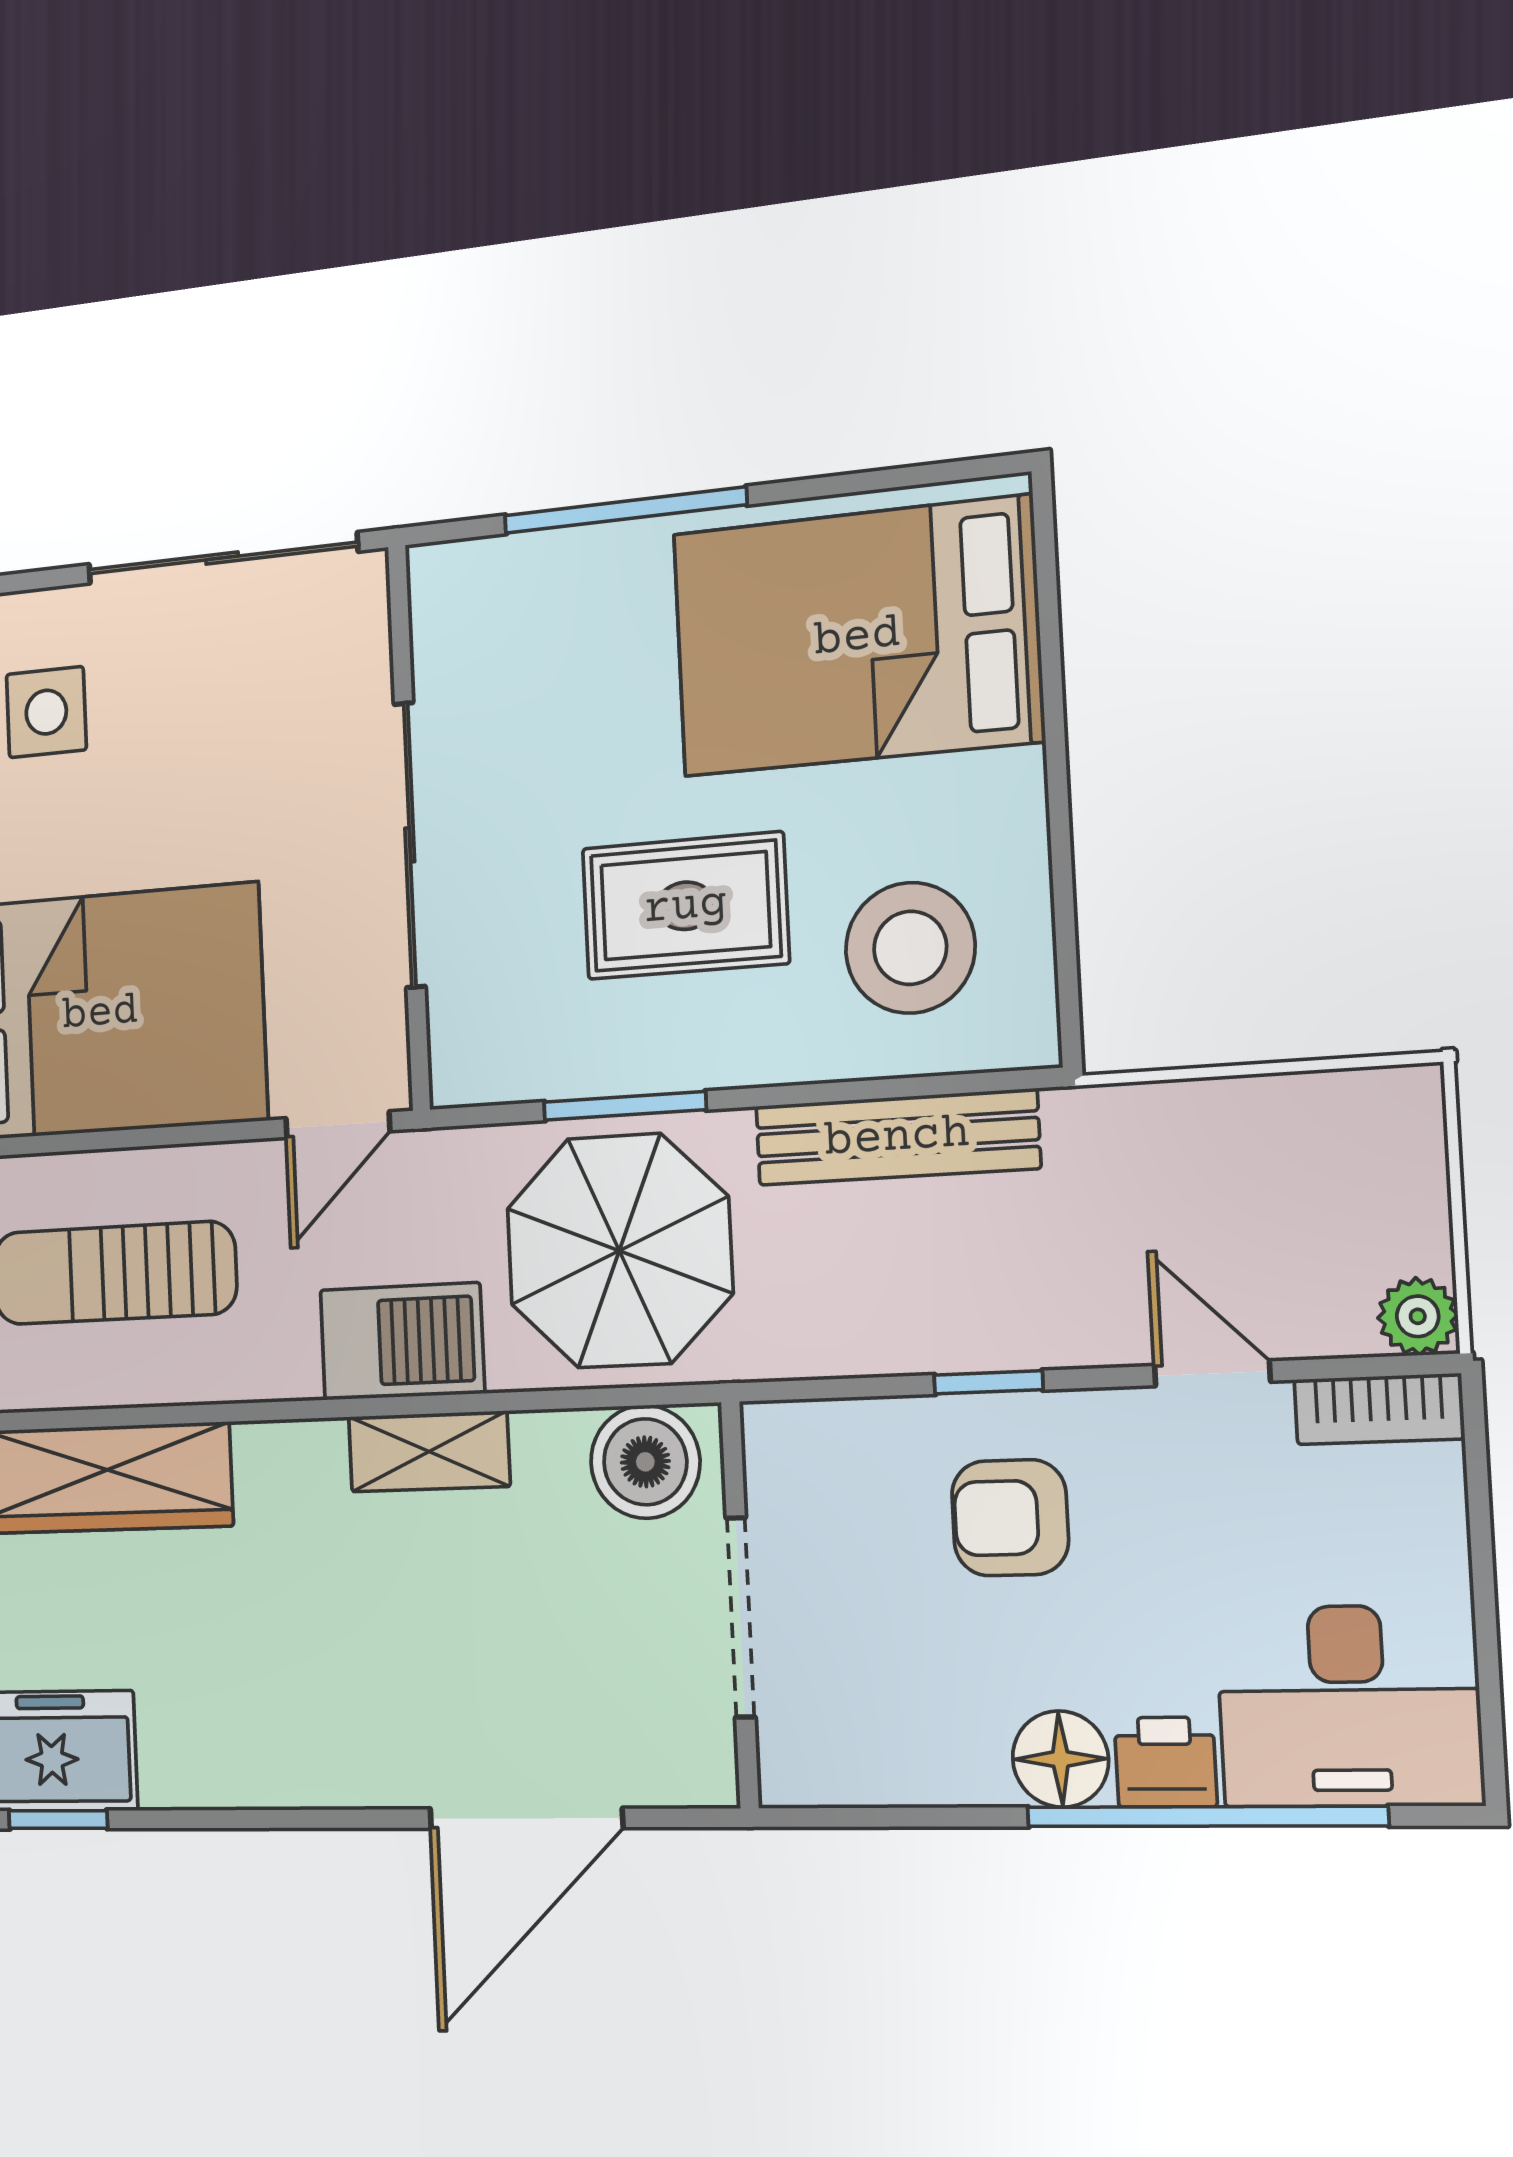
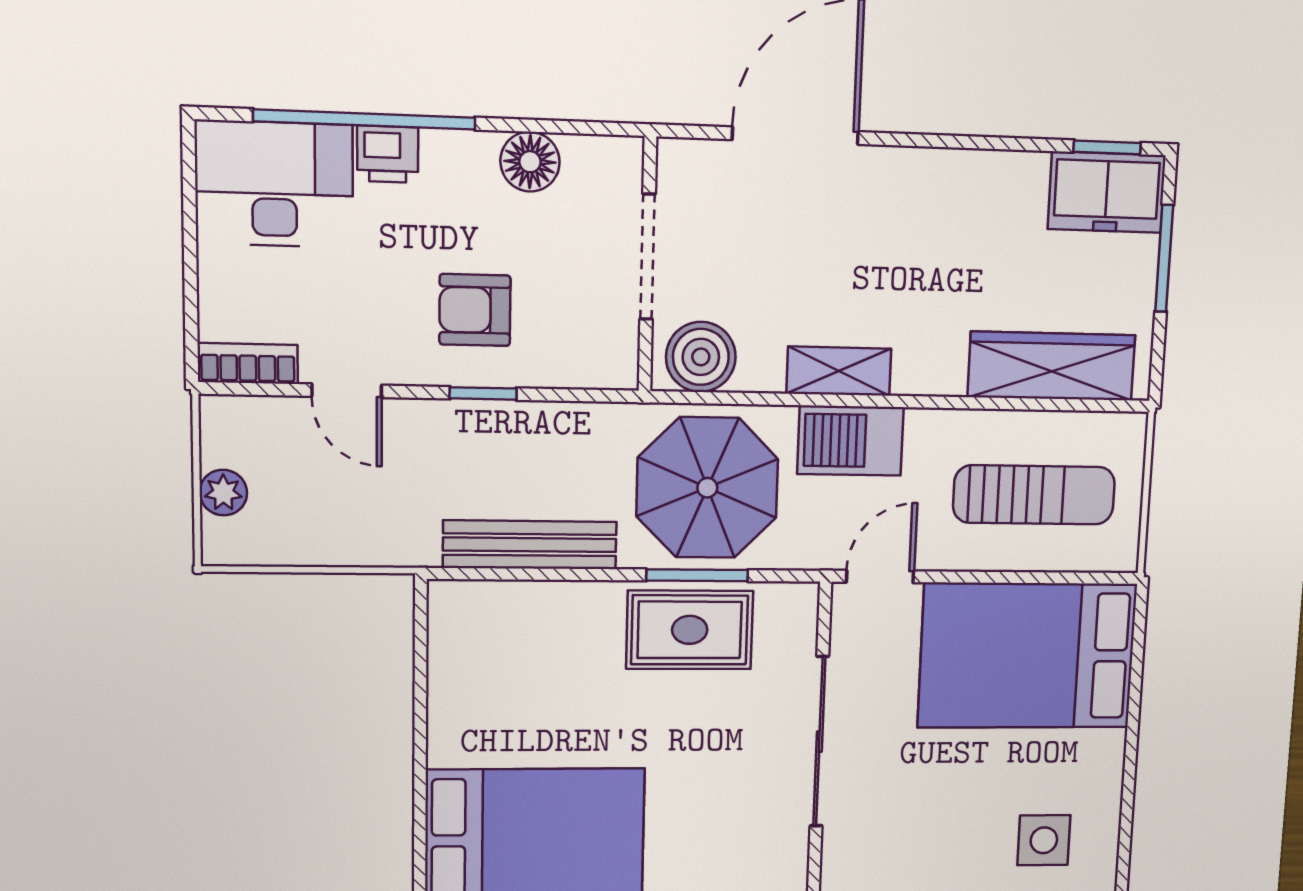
rug: (685, 906) -> (690, 630), moved
stool: (910, 948) -> (515, 656), removed
plant: (1418, 1316) -> (223, 493), moved
armchair: (1010, 1518) -> (475, 310), turned 180
floor lamp: (1060, 1759) -> (530, 162), moved

